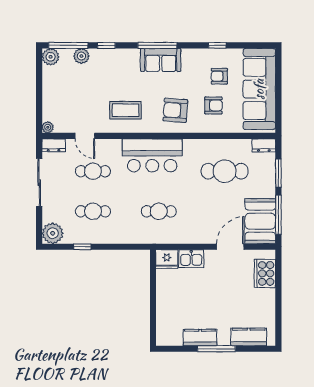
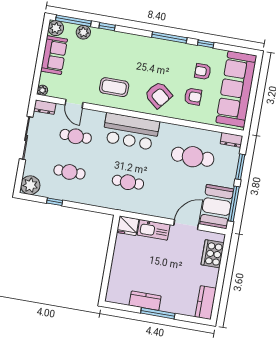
window: (157, 45) -> (169, 37), moved
sofa: (161, 60) -> (54, 55), moved, turned -90
armchair: (175, 110) -> (158, 95), turned -145
kitchen sink: (191, 259) -> (154, 230), width x1.38
kitchen counter: (249, 337) -> (206, 303), moved, turned -90

